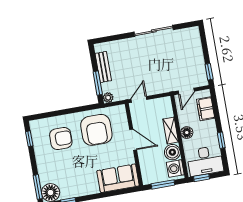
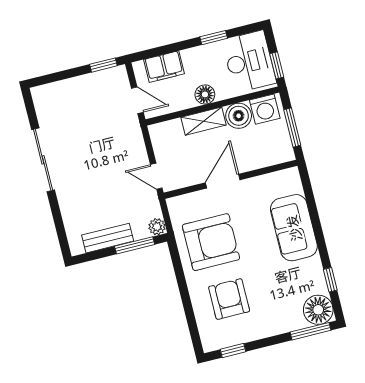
sofa: (118, 178) -> (294, 228), moved

